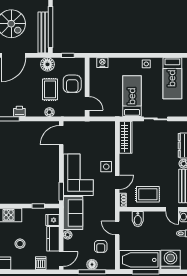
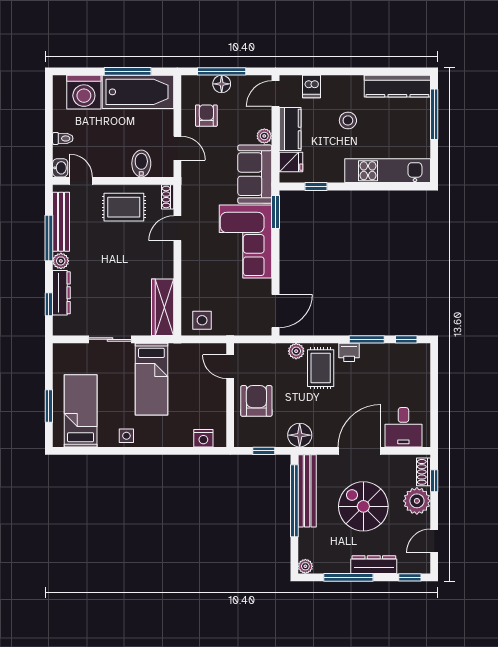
rug: (50, 89) -> (321, 368), moved
side table: (106, 167) -> (202, 320), moved

